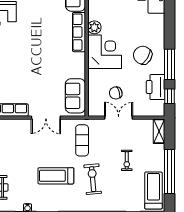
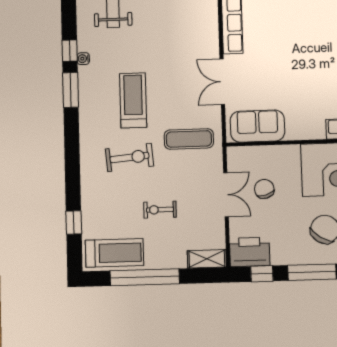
printer: (156, 87) -> (250, 252), moved

